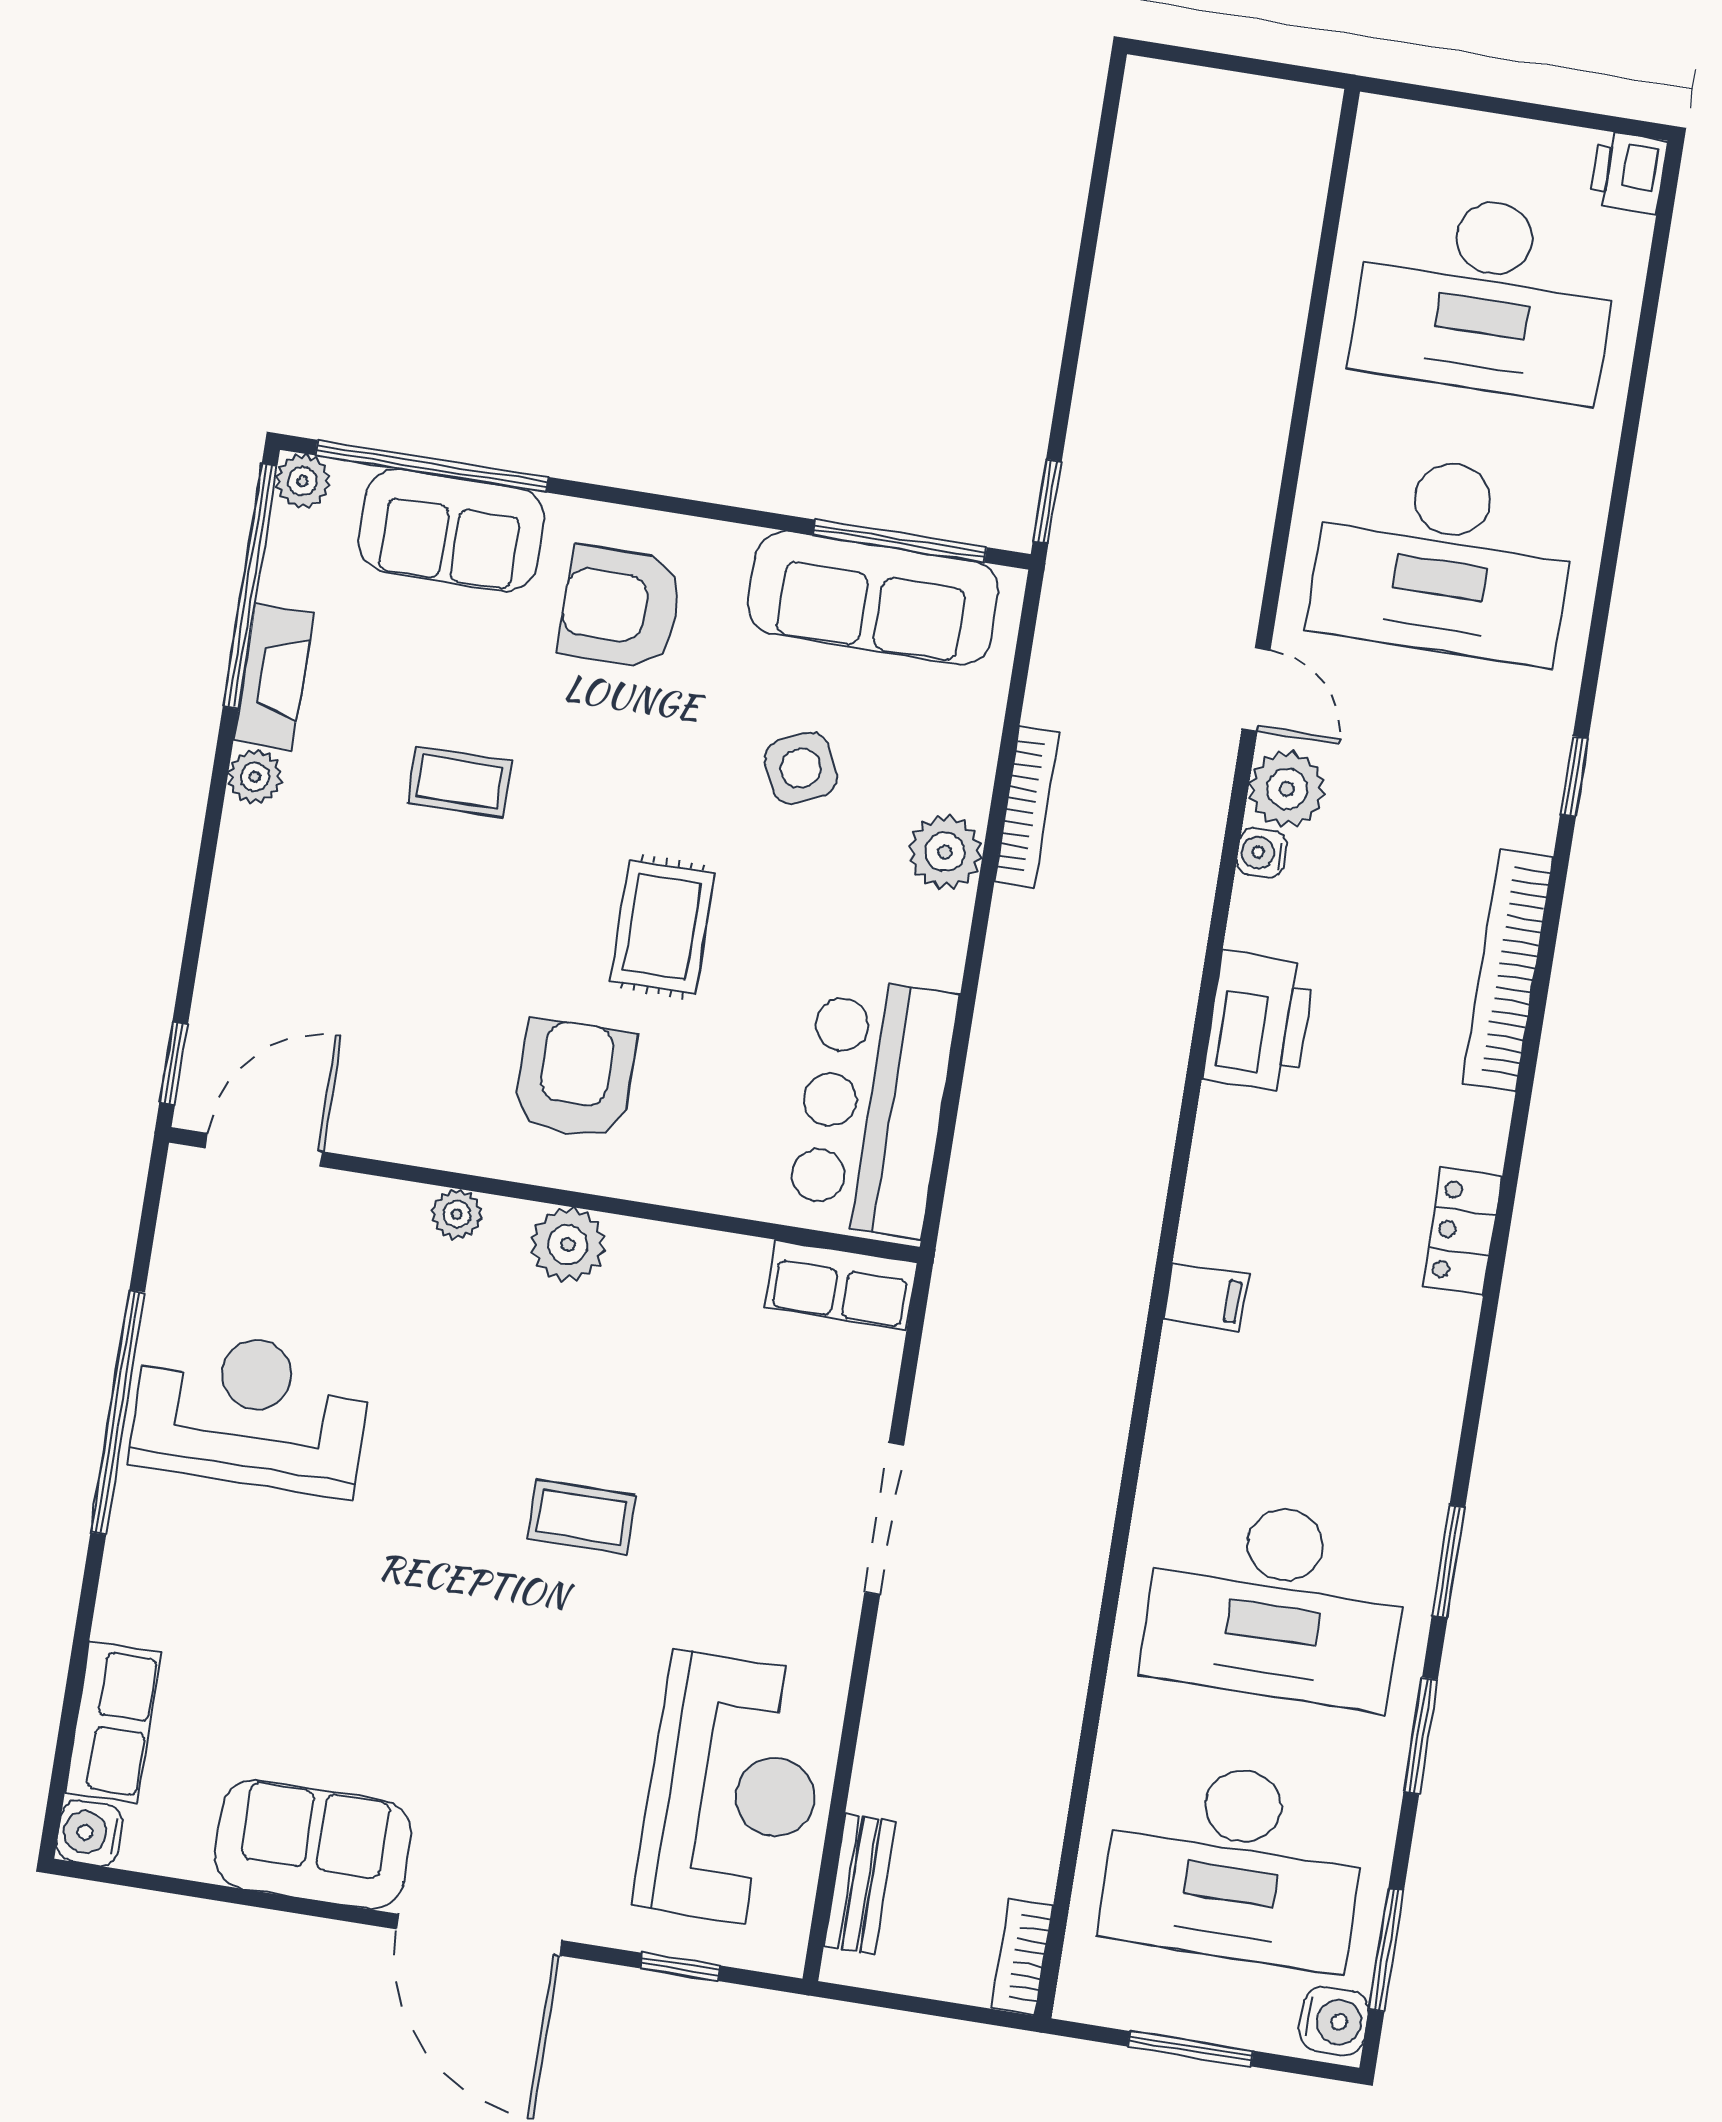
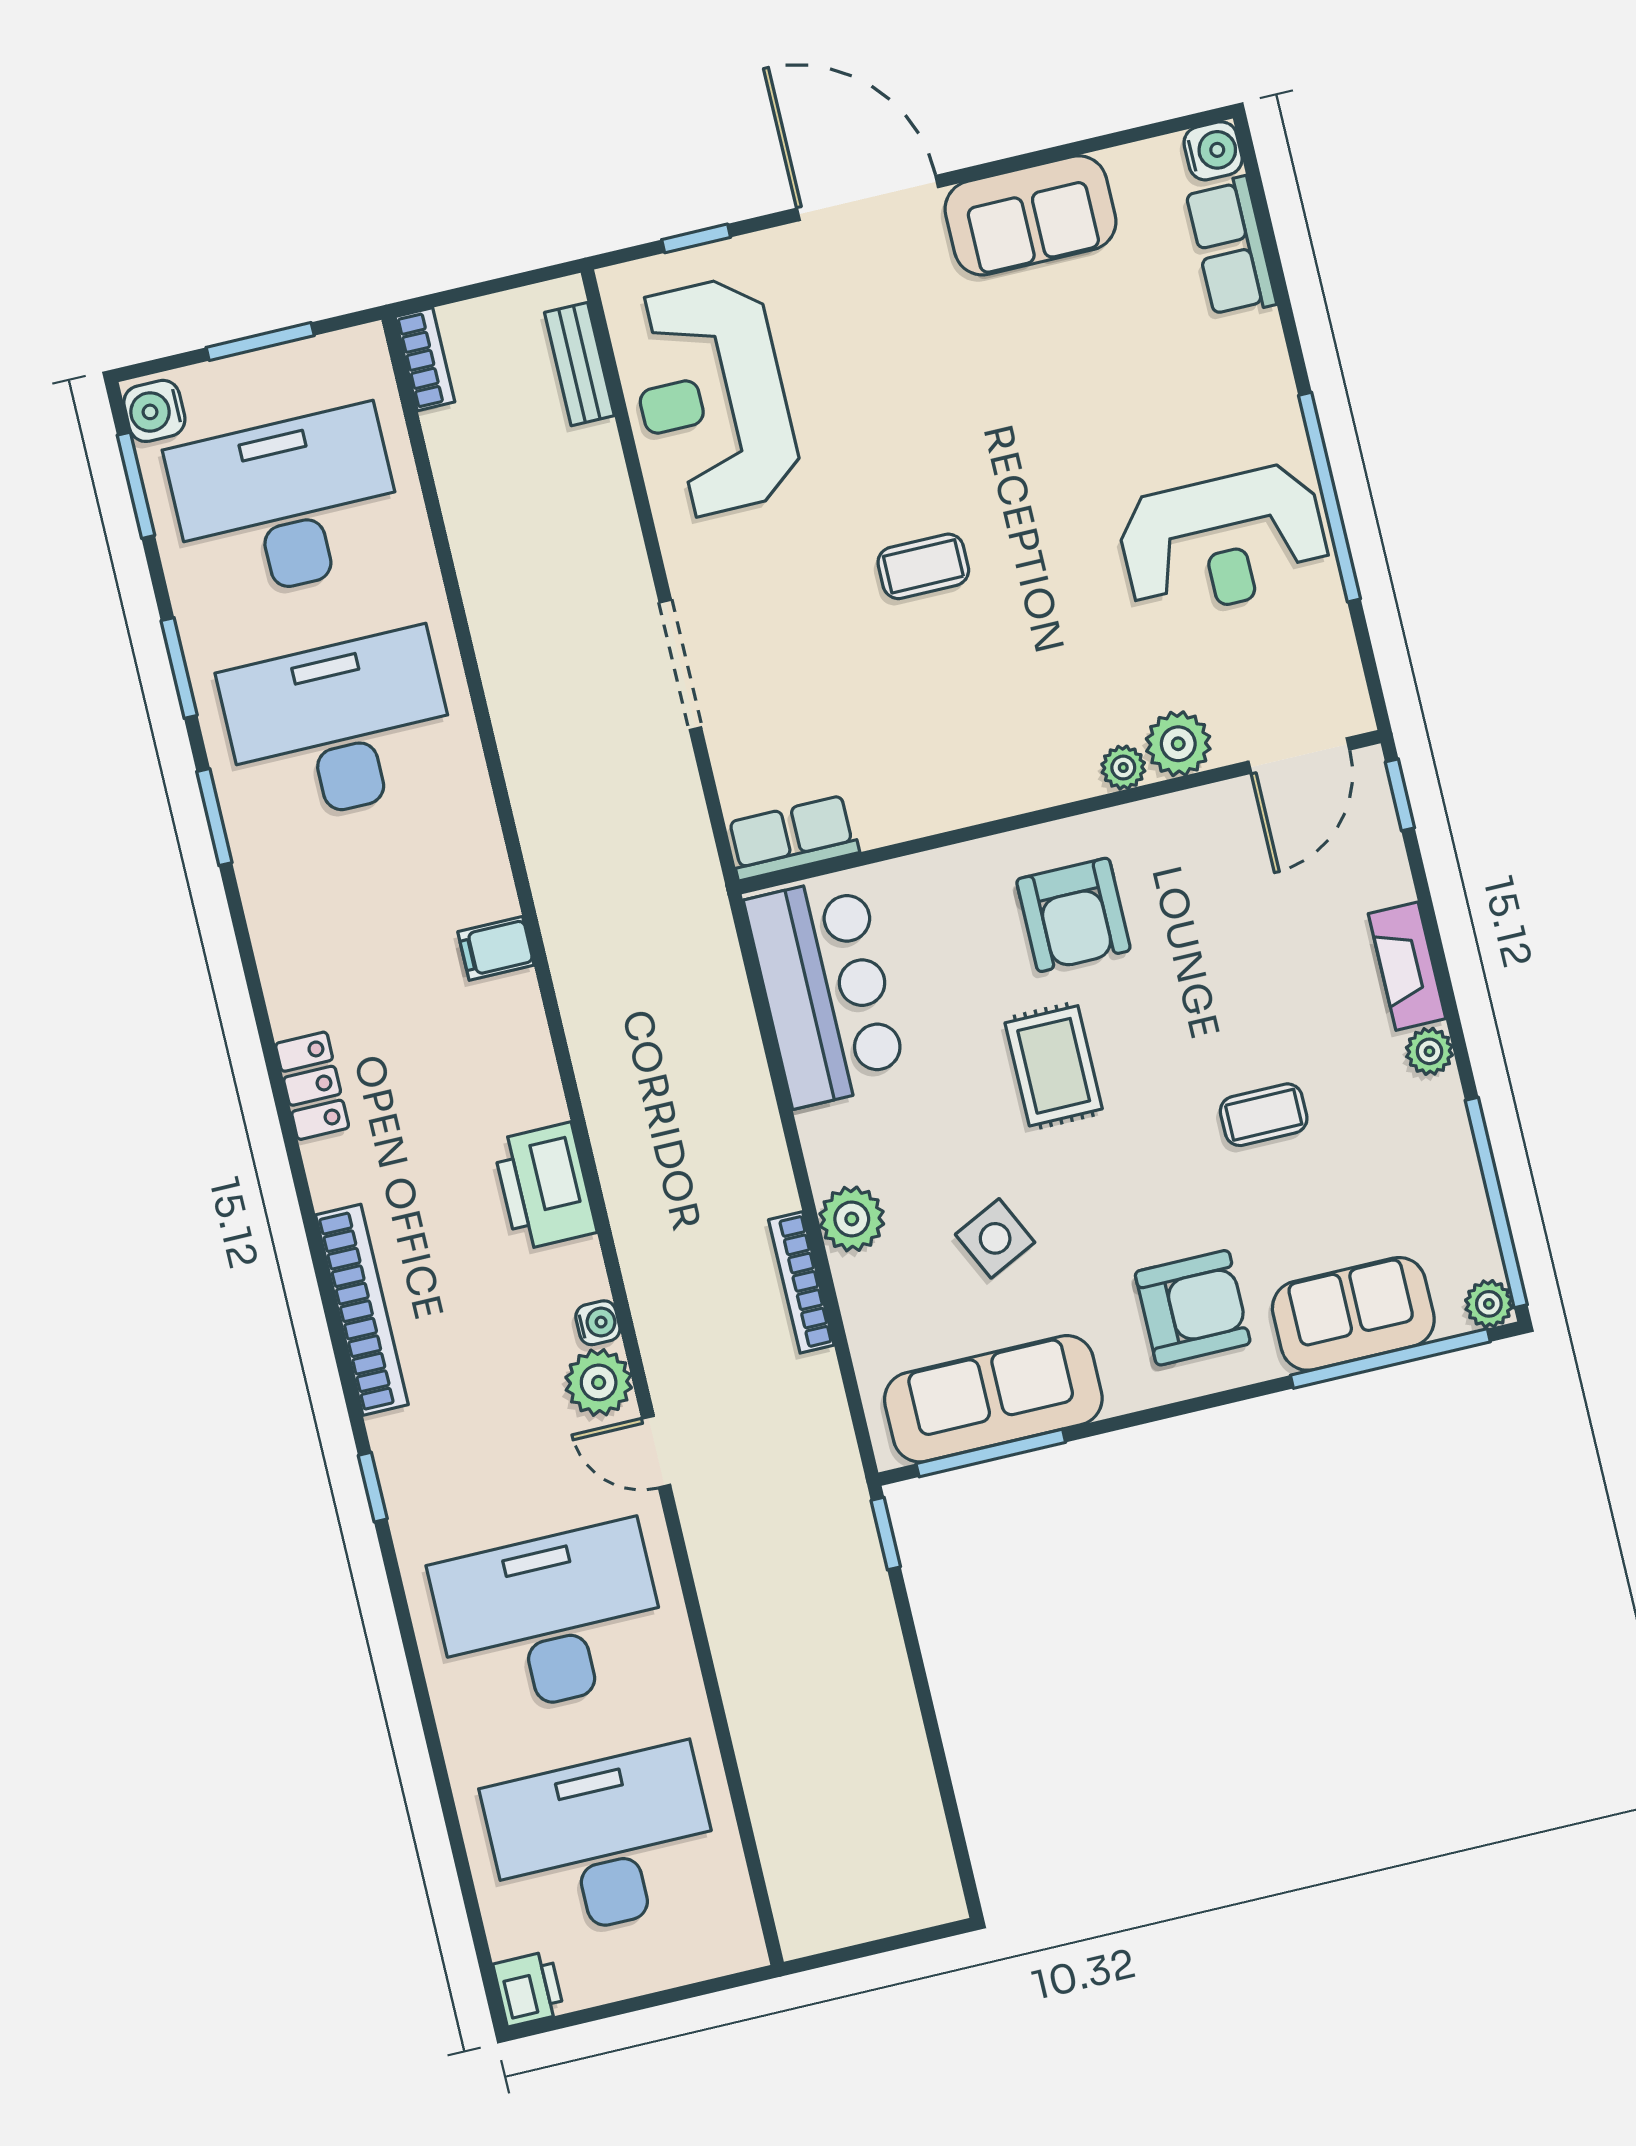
fireplace: (273, 677) -> (1407, 966), moved
plant: (568, 1244) -> (1178, 744), moved

